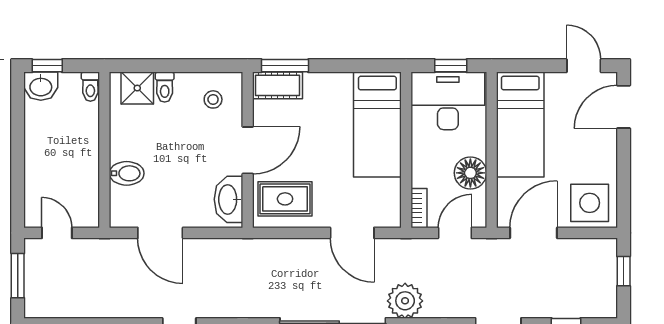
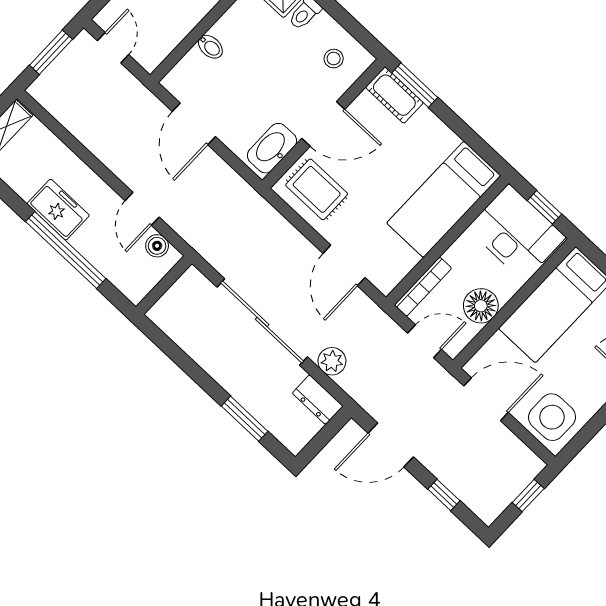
bidet: (127, 173) -> (210, 47), width x0.72, depth x0.74
bookcase: (419, 208) -> (423, 287), width x1.56
plant: (405, 301) -> (332, 361), width x0.73, depth x0.73

